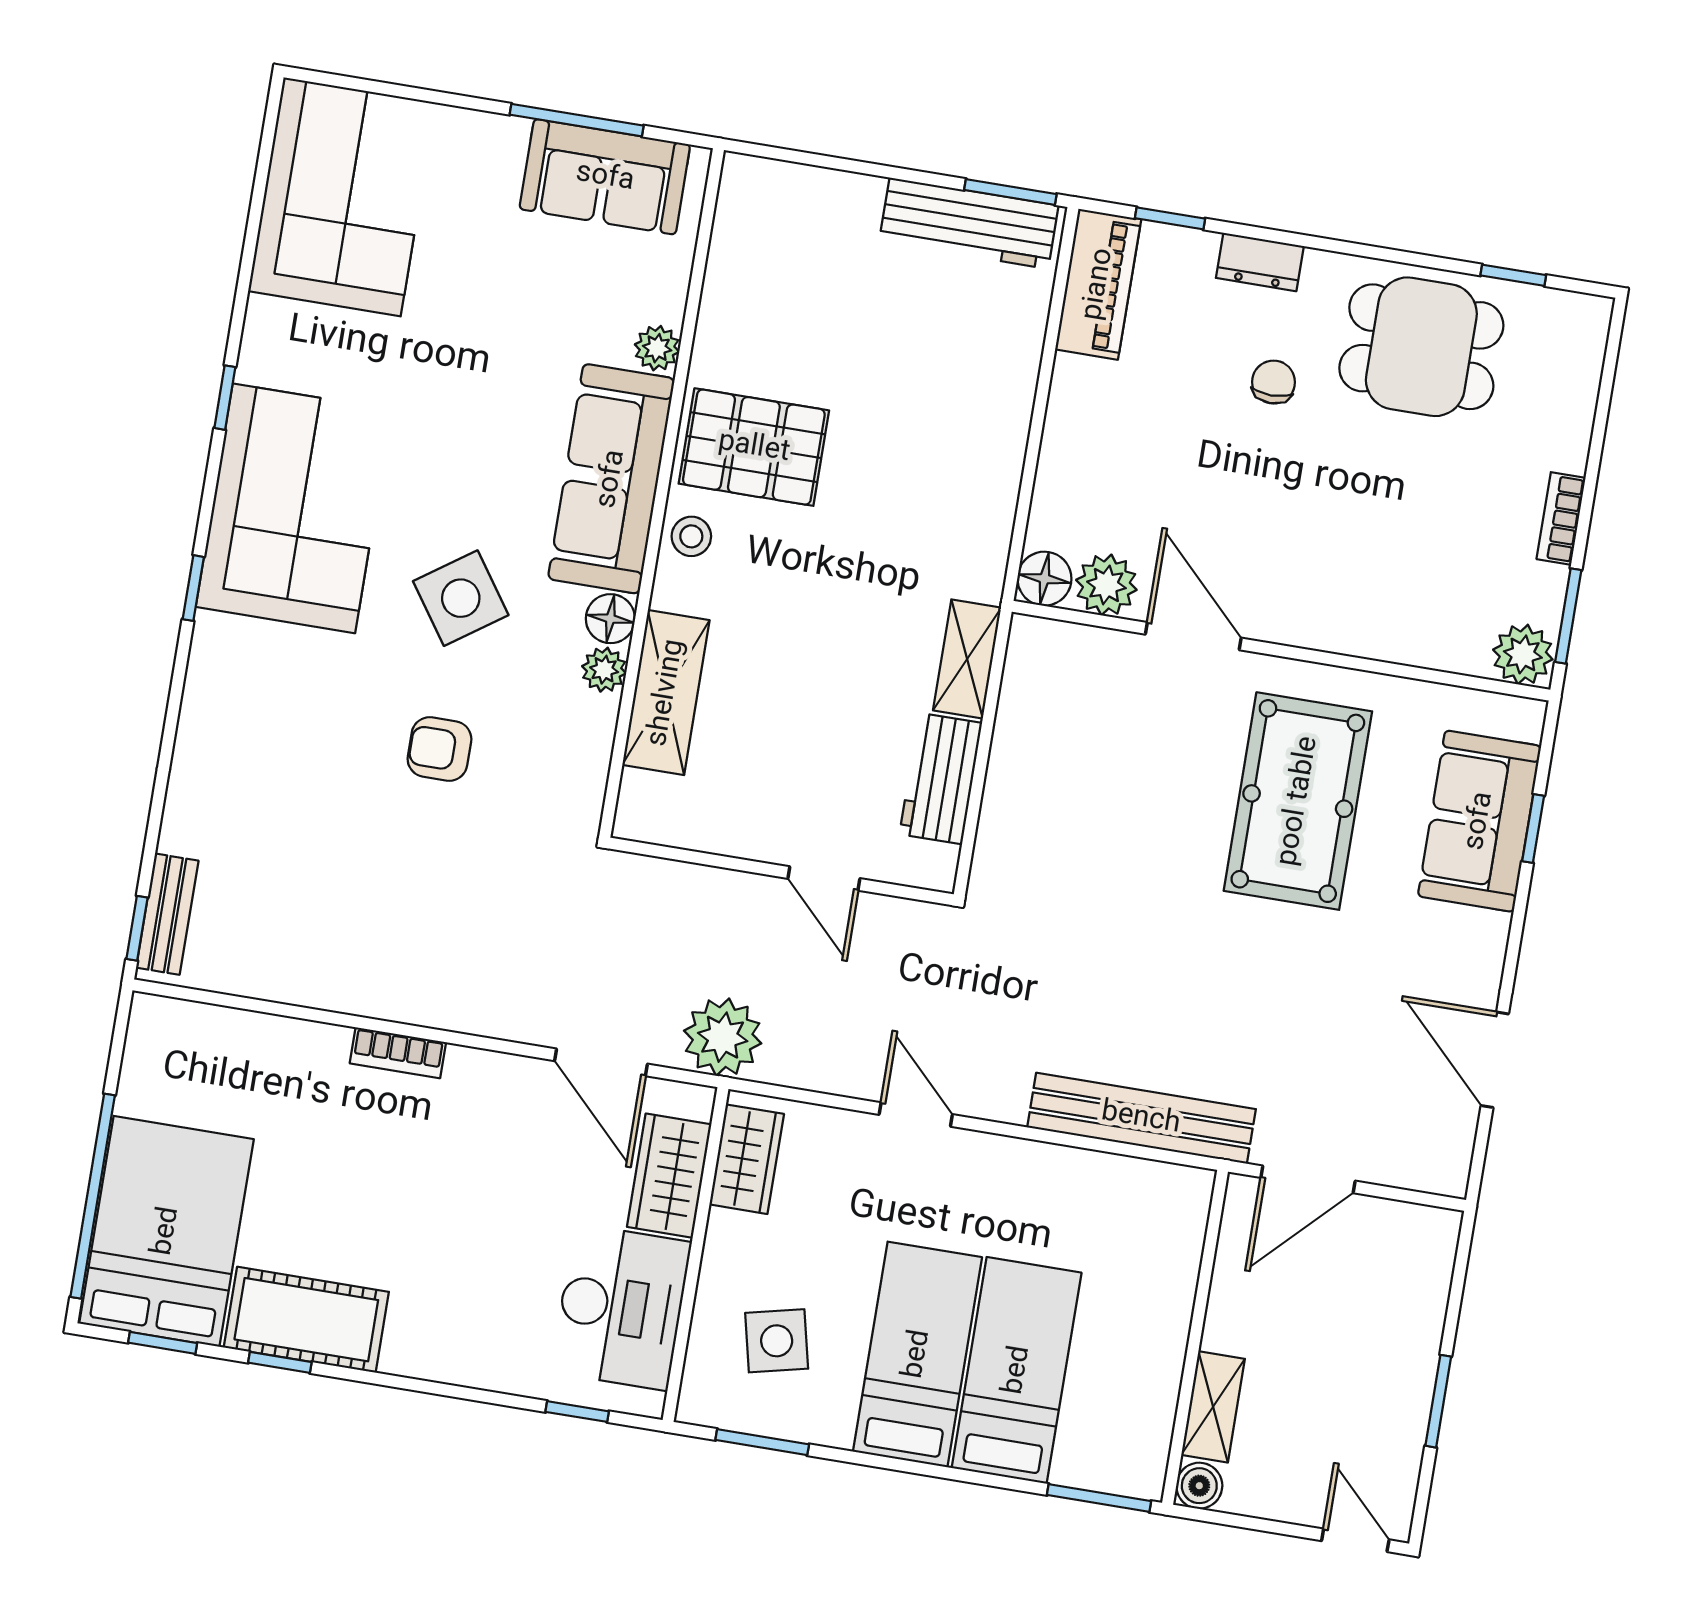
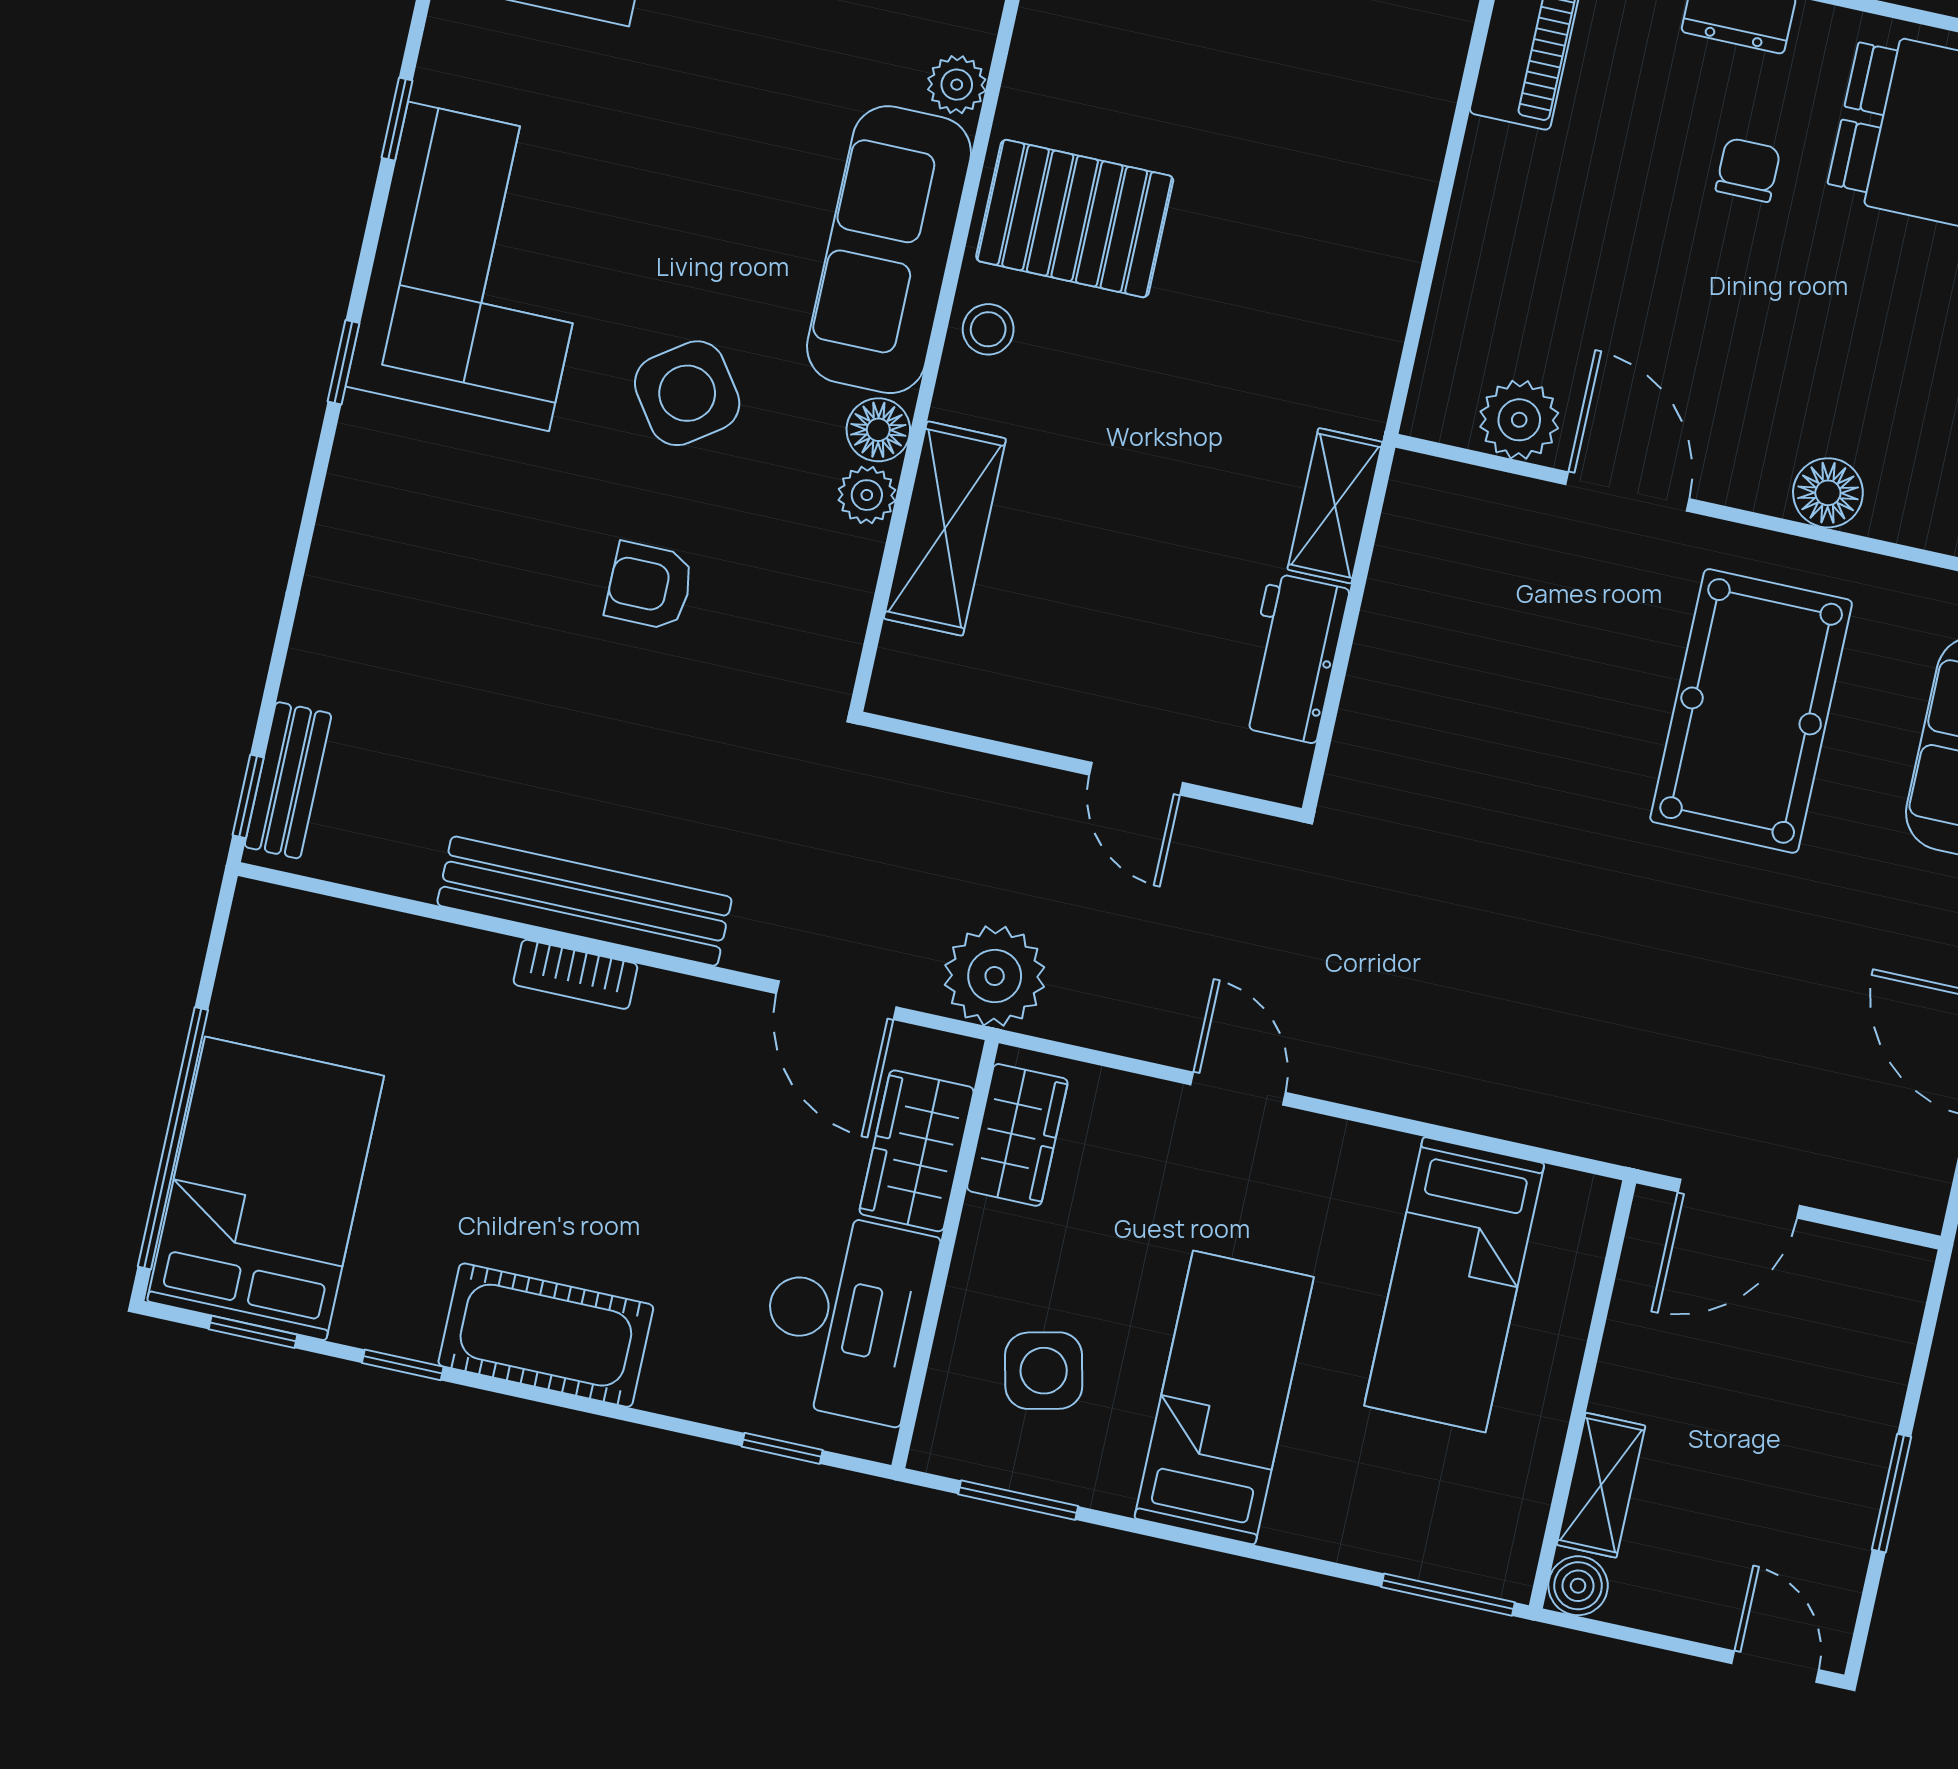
floor lamp: (1044, 579) -> (1828, 493), moved
bench: (1141, 1118) -> (584, 901), moved
cot: (306, 1320) -> (546, 1335), moved
bed: (1017, 1370) -> (1454, 1285), moved, turned 180

